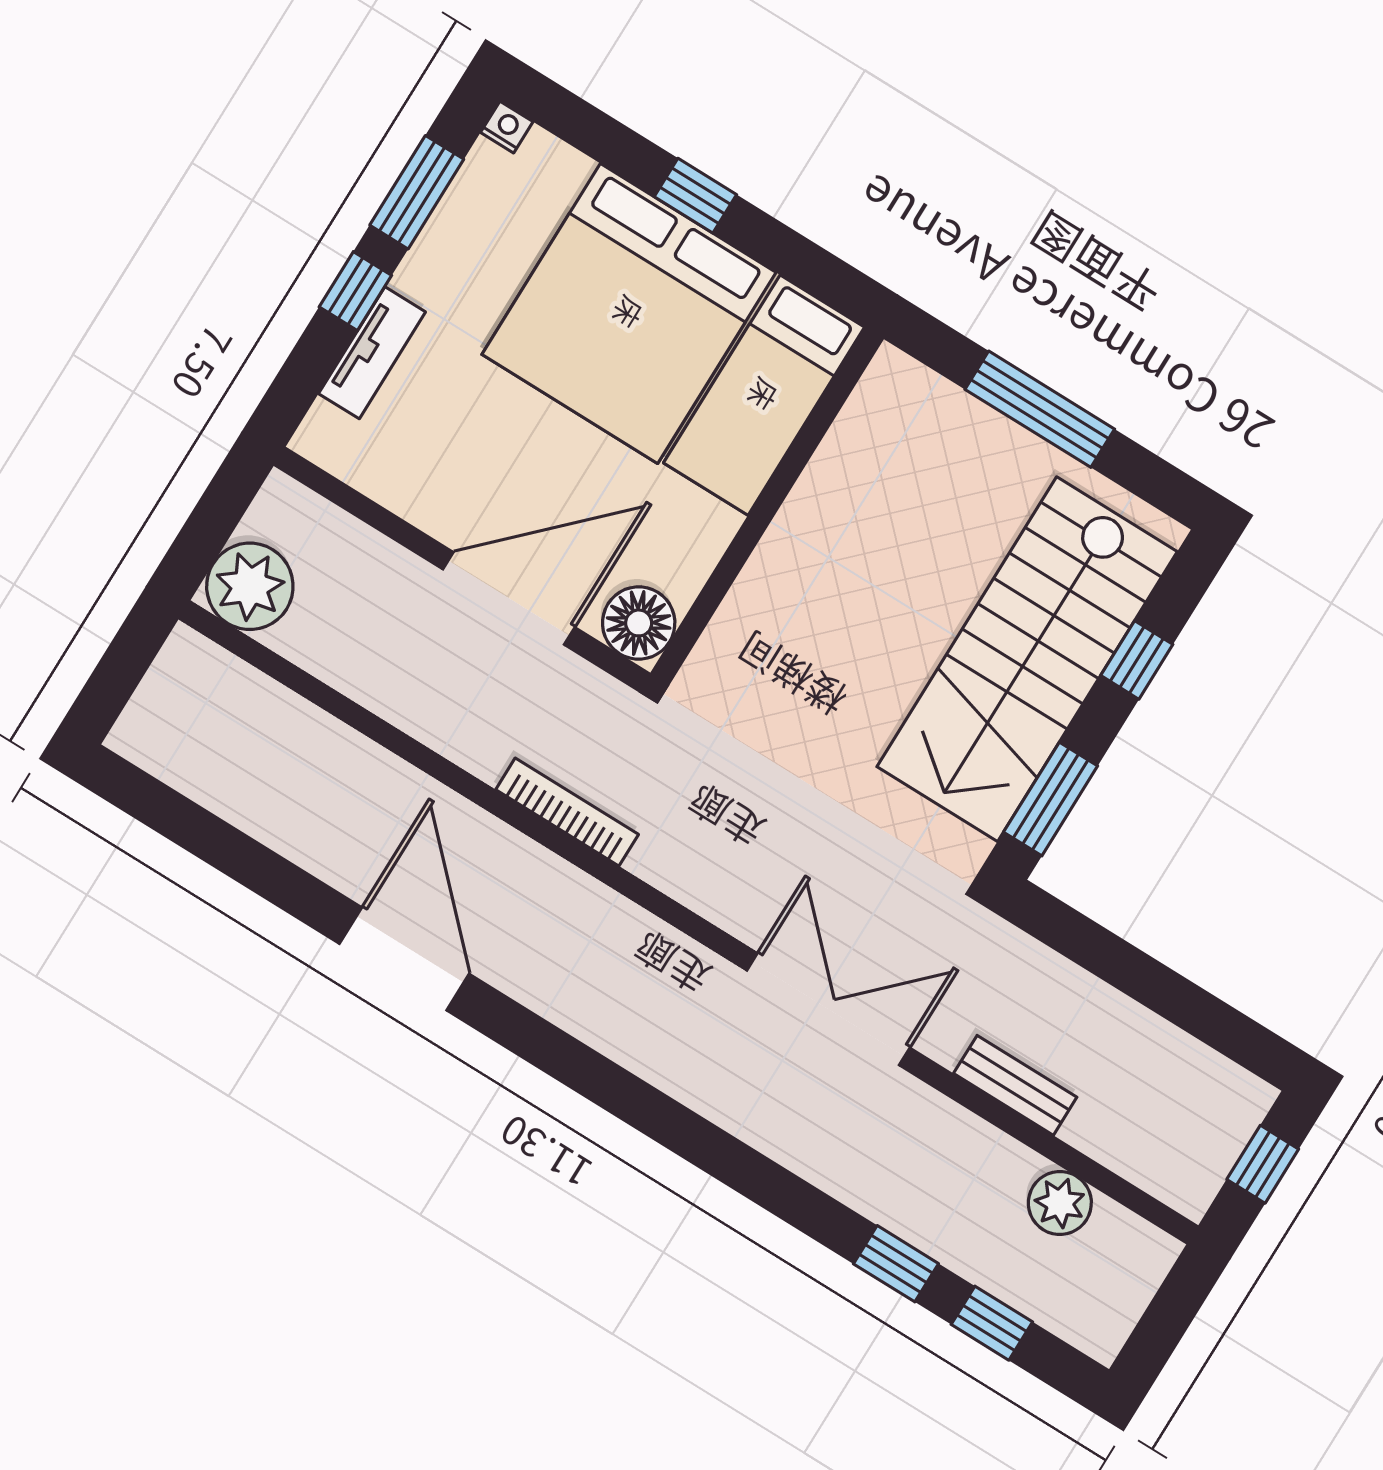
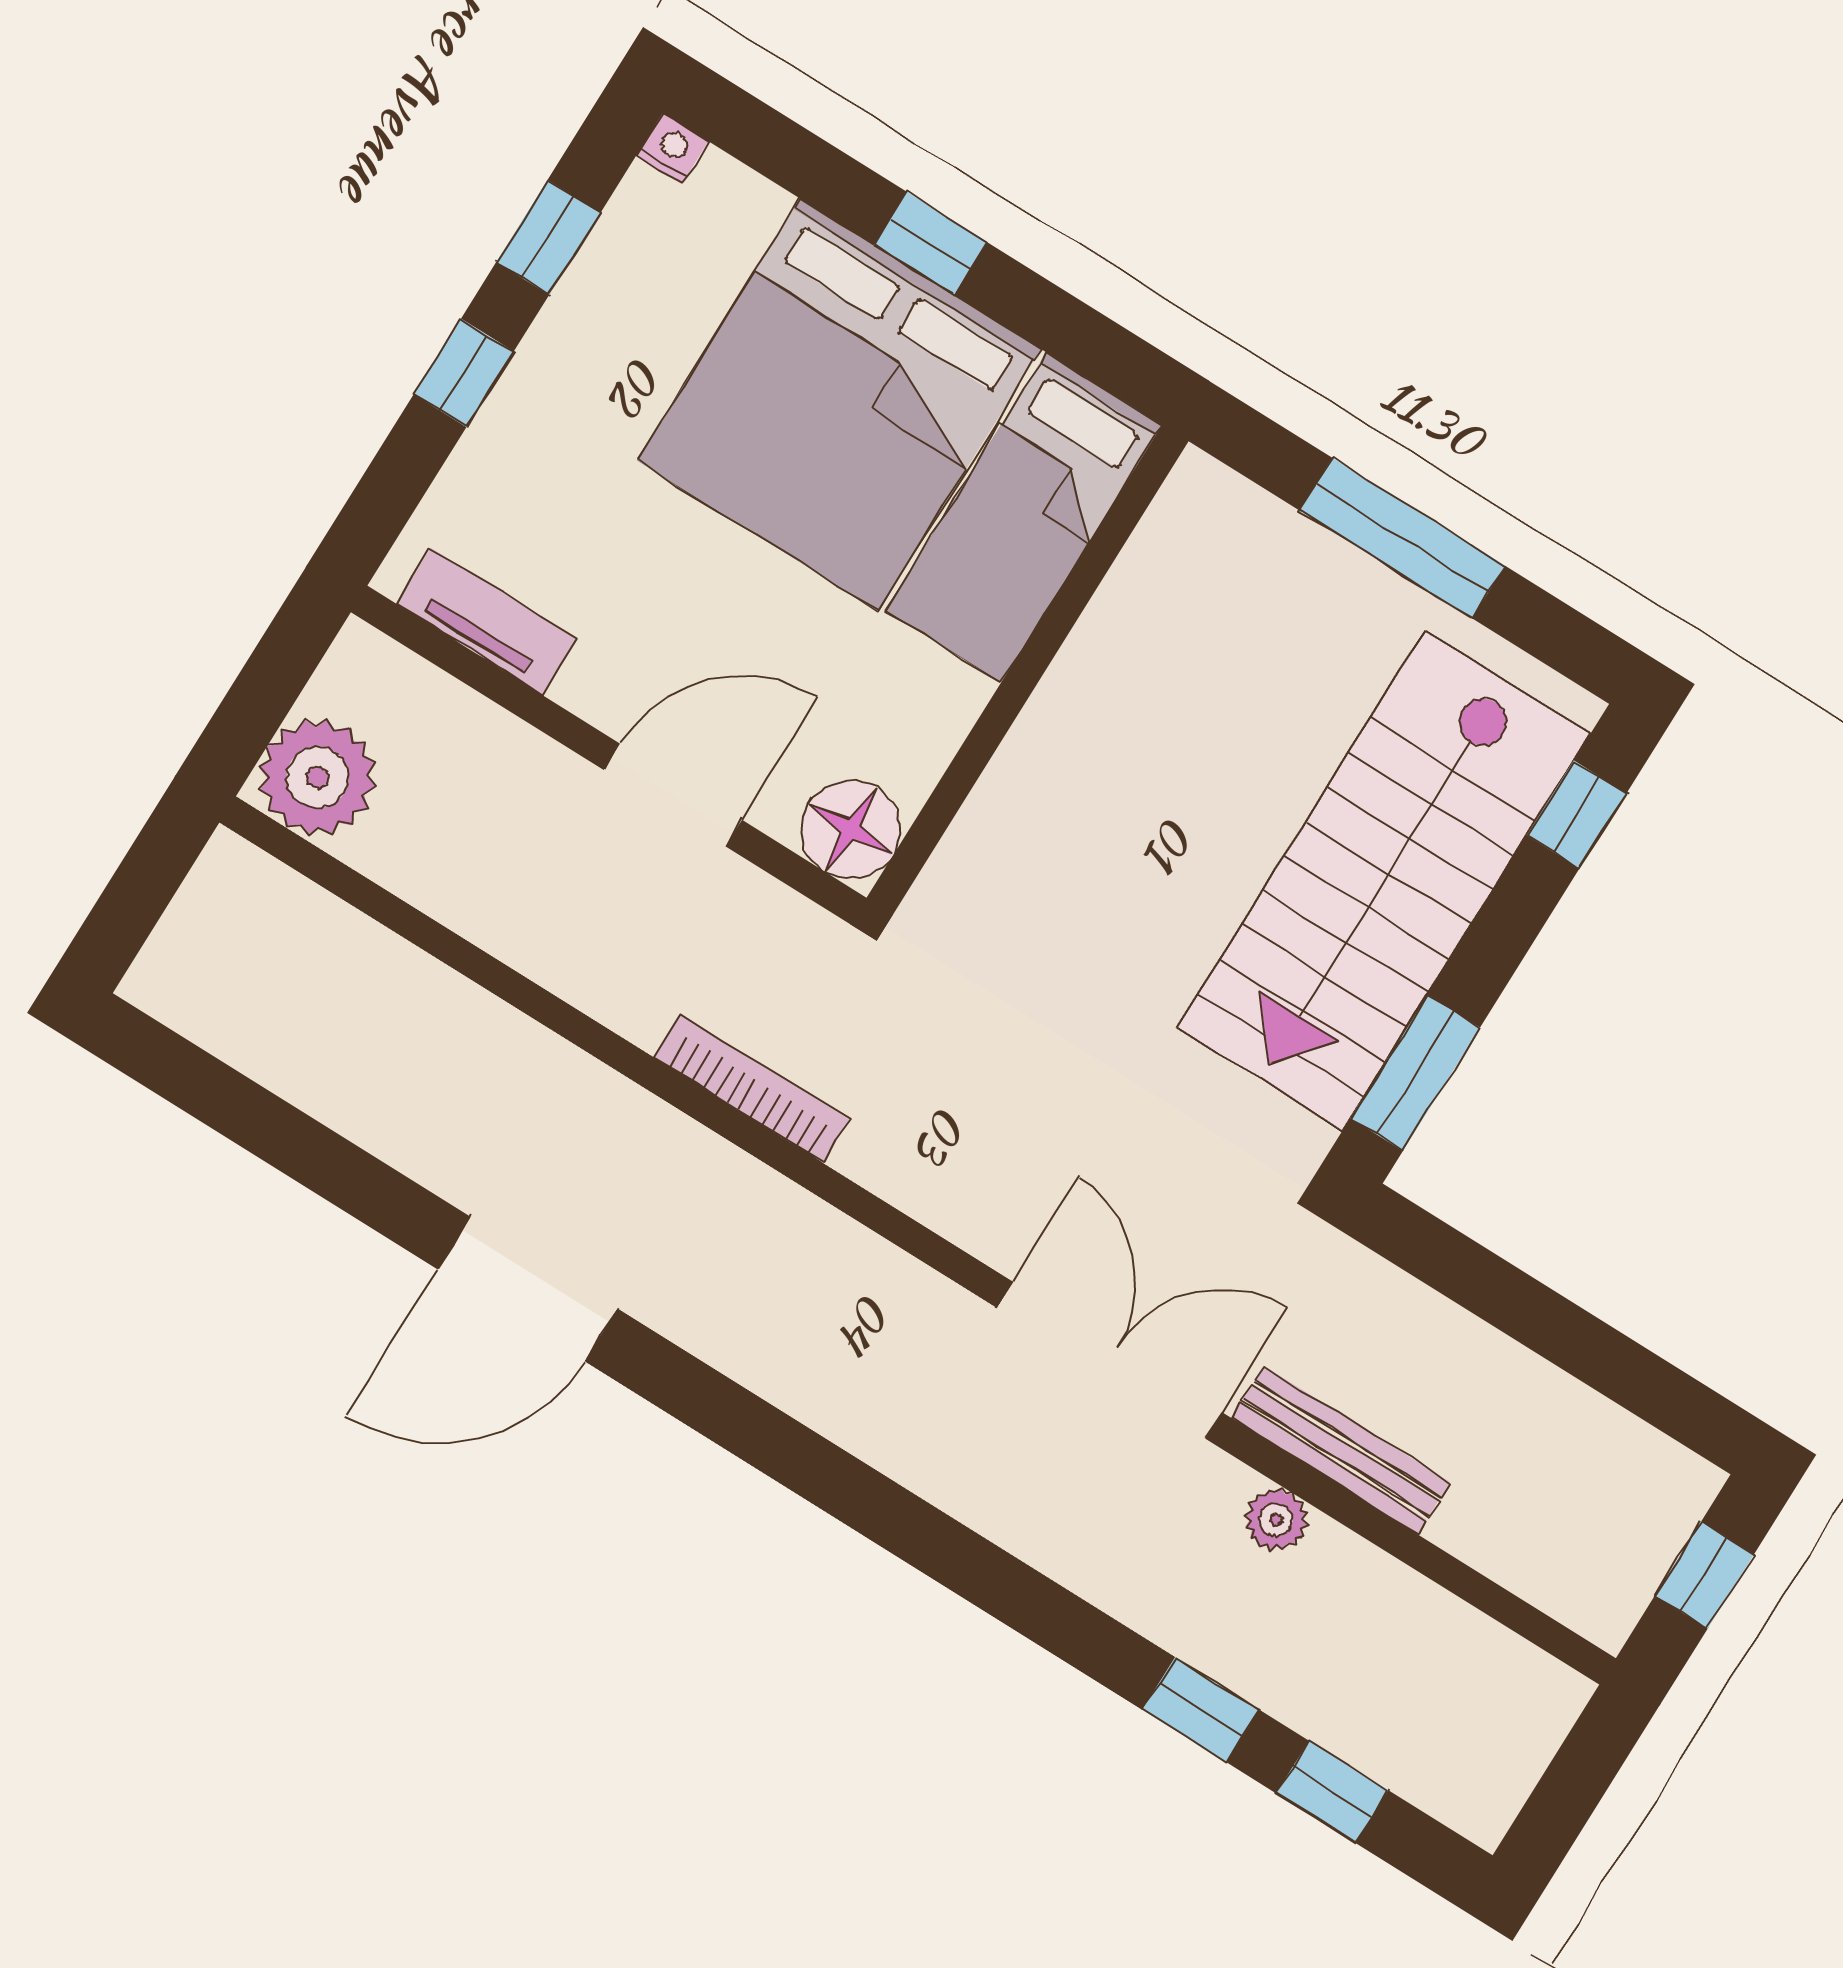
window: (417, 192) -> (548, 237), width x0.67
tv unit: (372, 353) -> (487, 621), moved, turned -90
door: (509, 598) -> (673, 795), width x0.73
window: (1137, 660) -> (1577, 814), moved
door: (404, 959) -> (528, 1289), swing flipped
bench: (1015, 1085) -> (1340, 1450), width x1.36
plant: (1060, 1203) -> (1276, 1520), moved, width x0.73, depth x0.73

